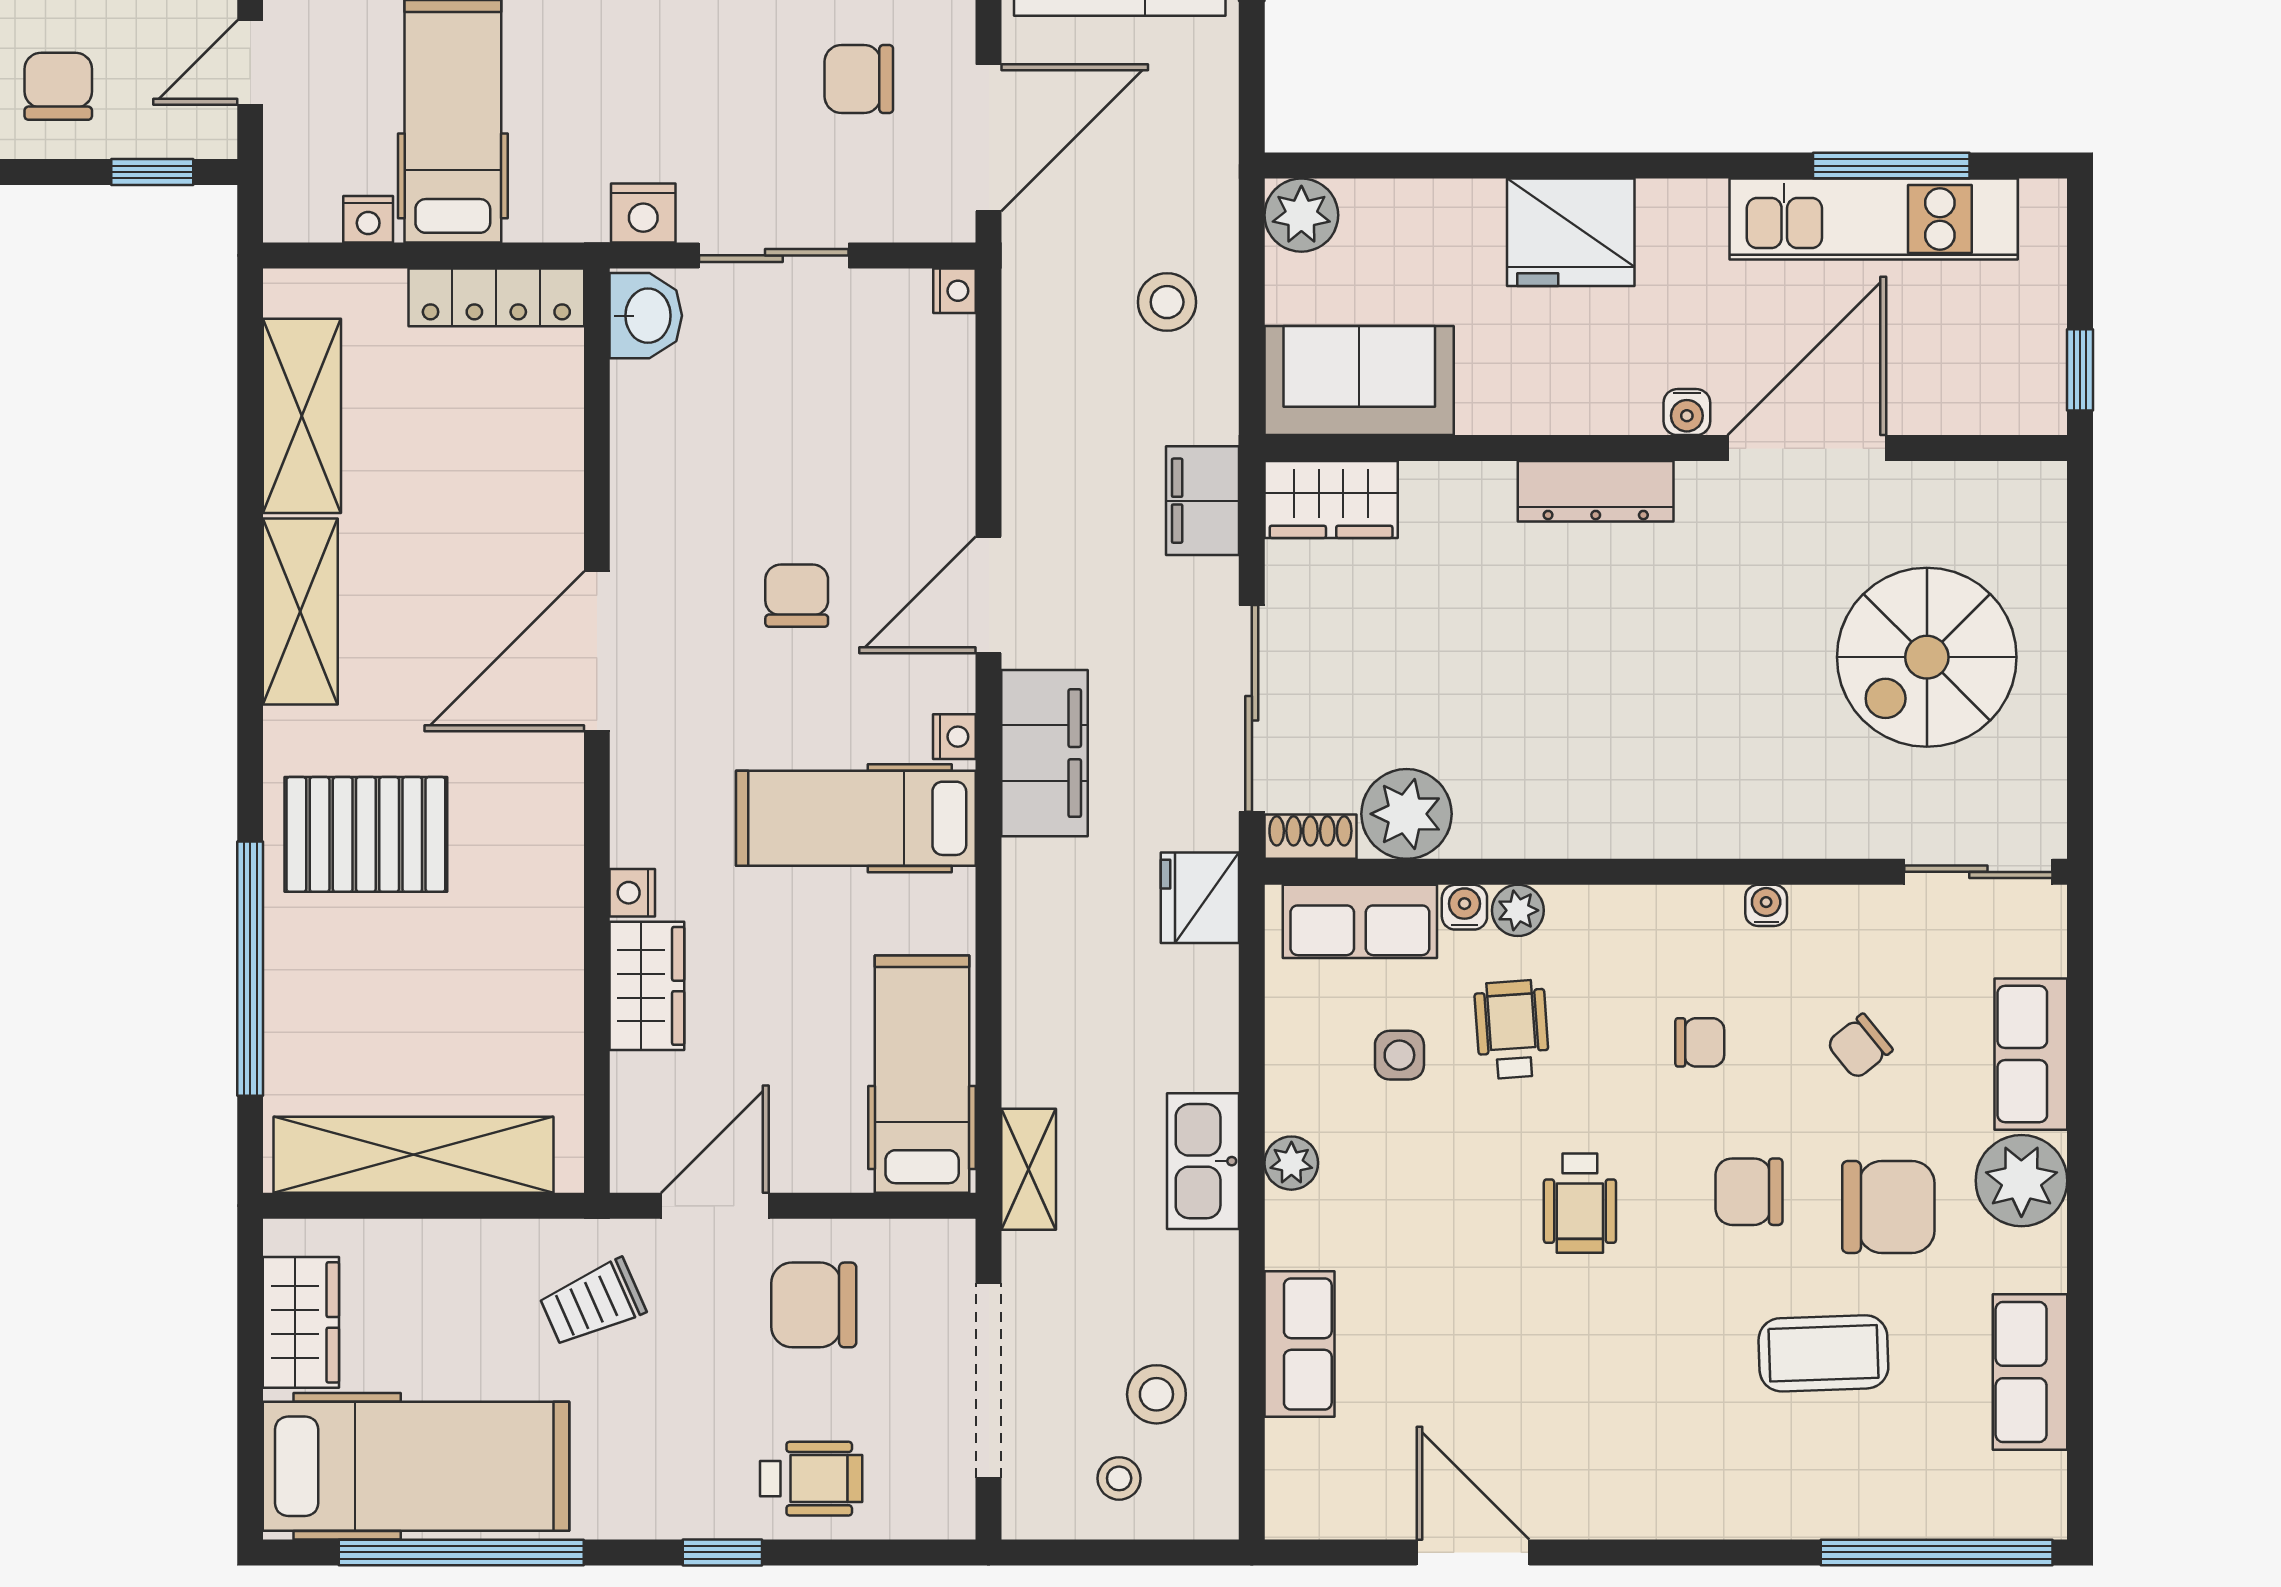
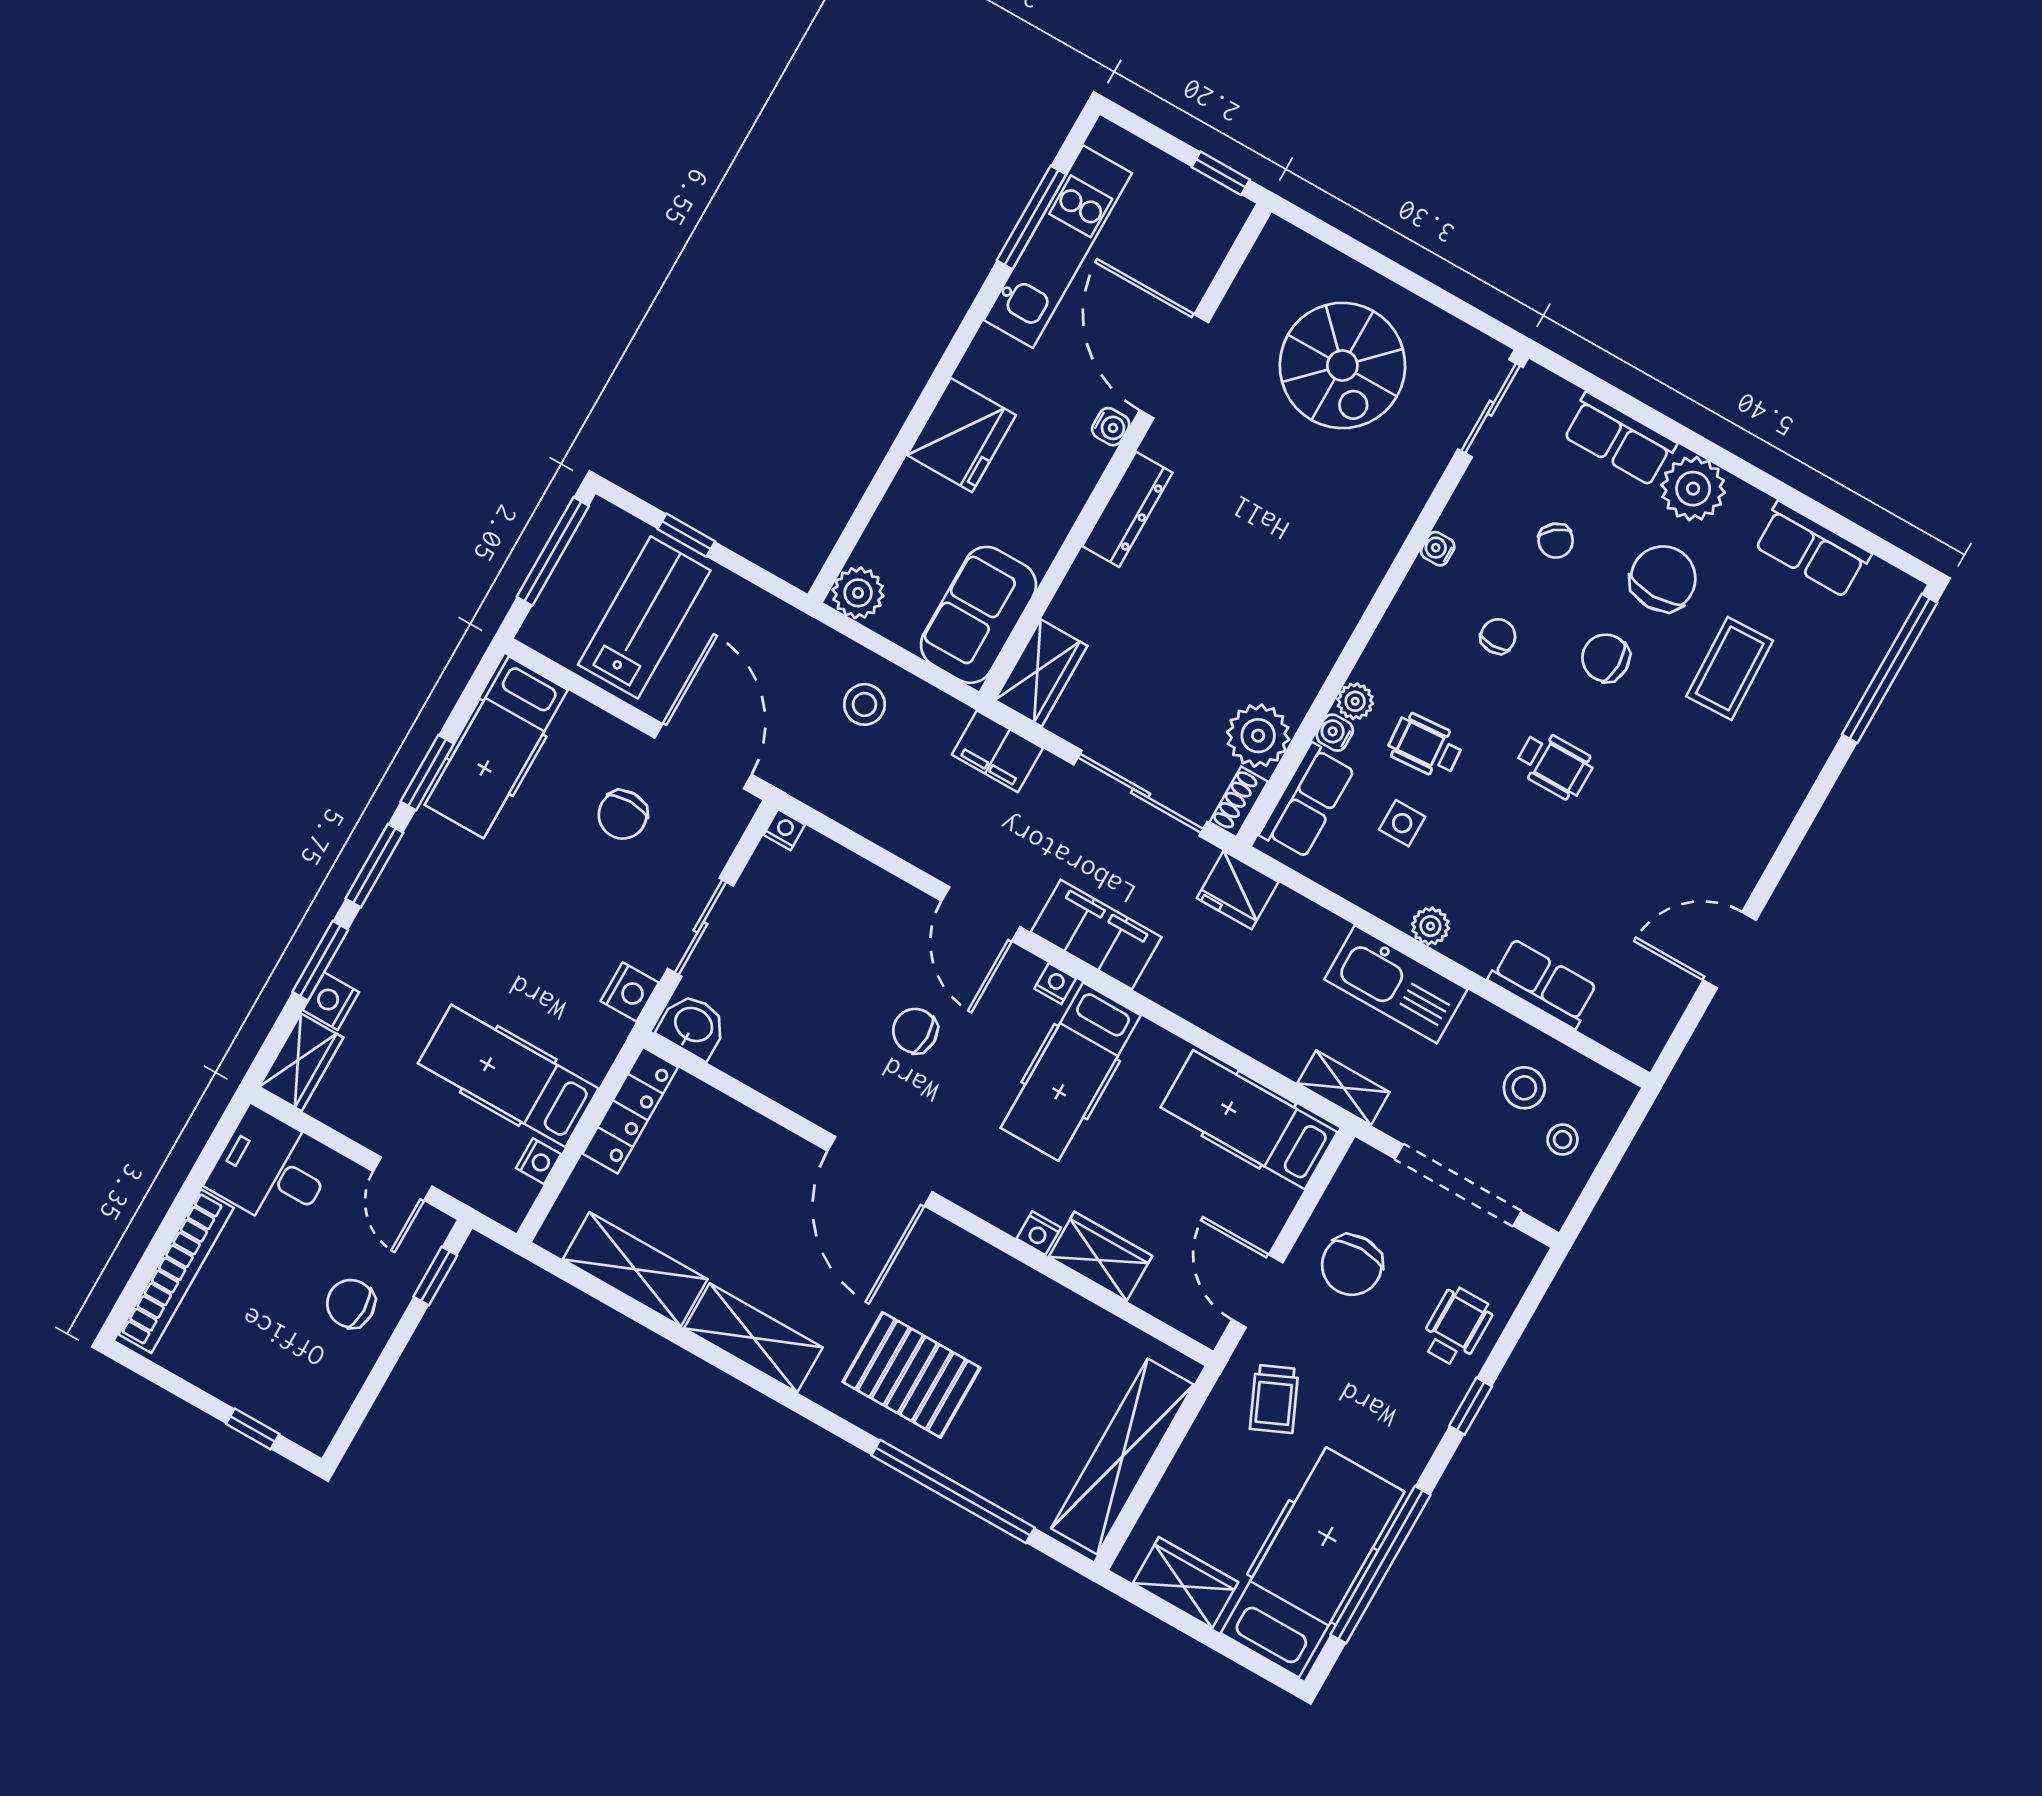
pallet: (366, 834) -> (911, 1375), turned 90
kitchen sink: (1203, 1161) -> (1396, 984), width x1.36, depth x1.24
chair: (1749, 1192) -> (1606, 658), turned 90

